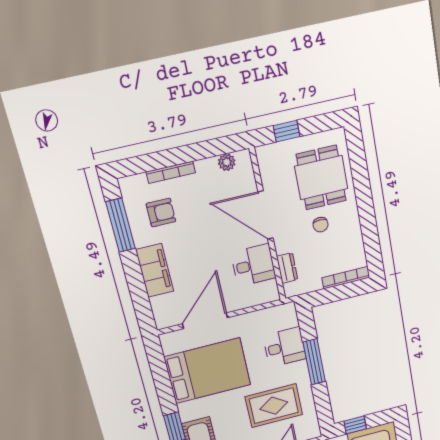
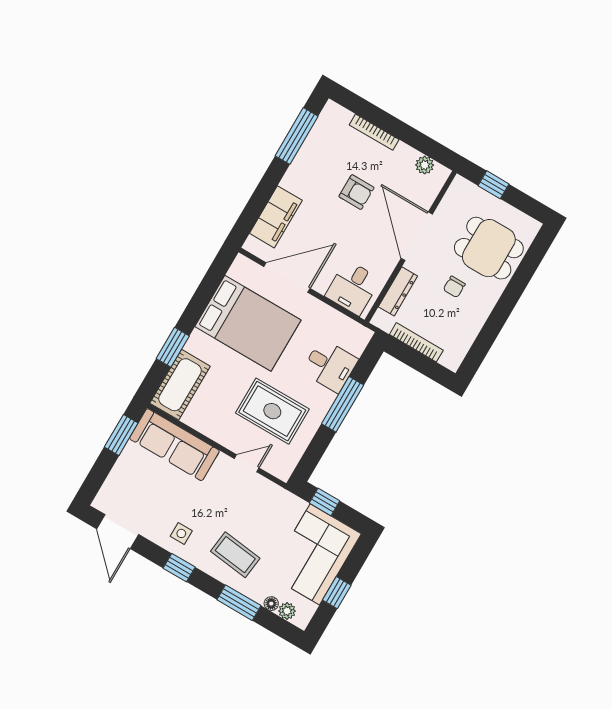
dining table: (321, 178) -> (489, 248), turned 90
armchair: (161, 213) -> (356, 192), moved
desk: (253, 265) -> (353, 288), moved, turned 90
dresser: (287, 268) -> (398, 291), width x1.44
filing cabinet: (155, 270) -> (276, 217), moved
bookcase: (346, 278) -> (416, 342), moved

